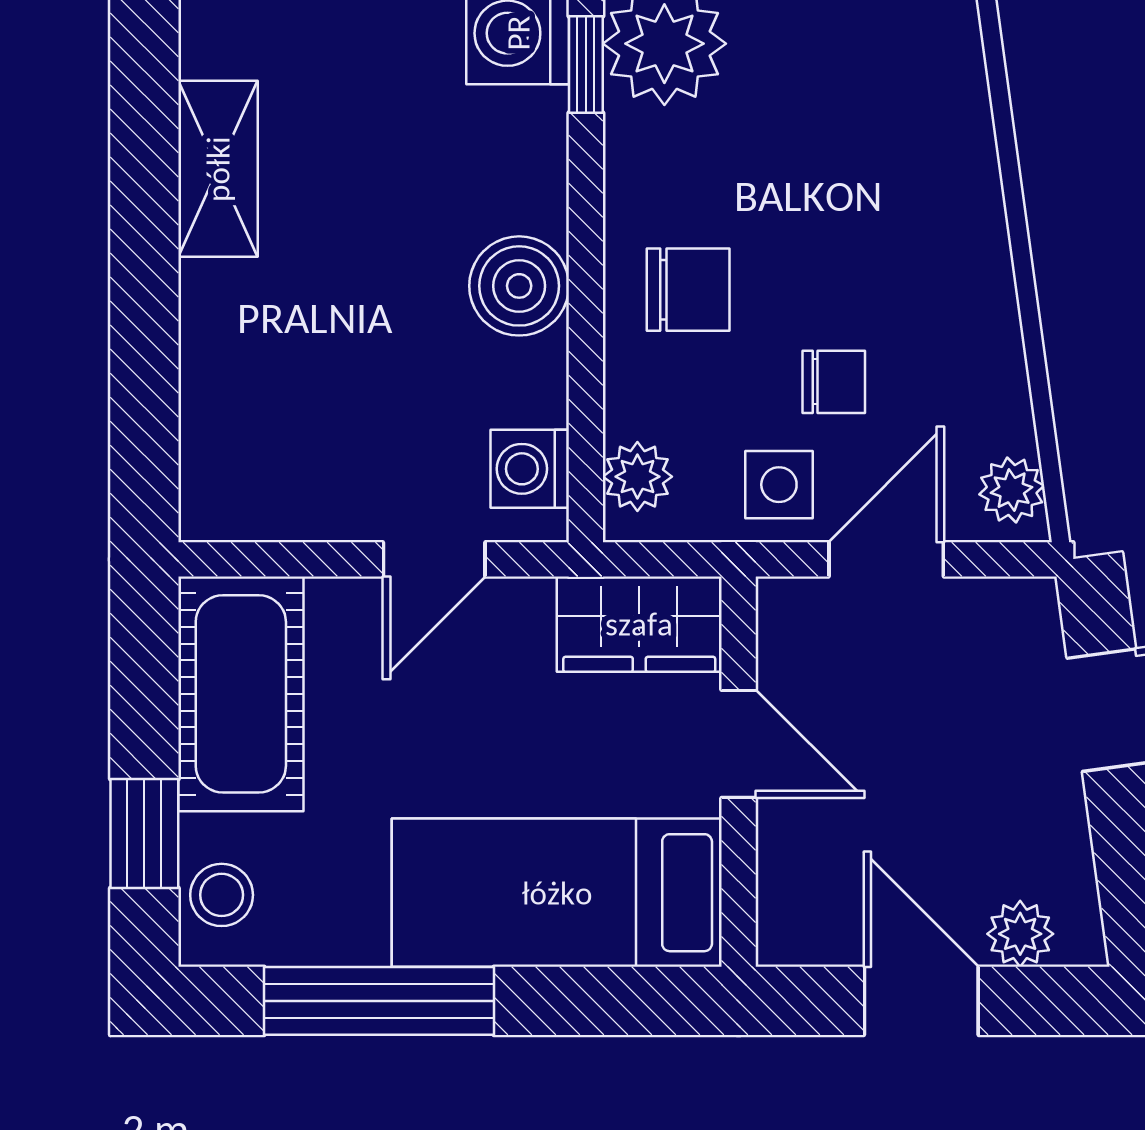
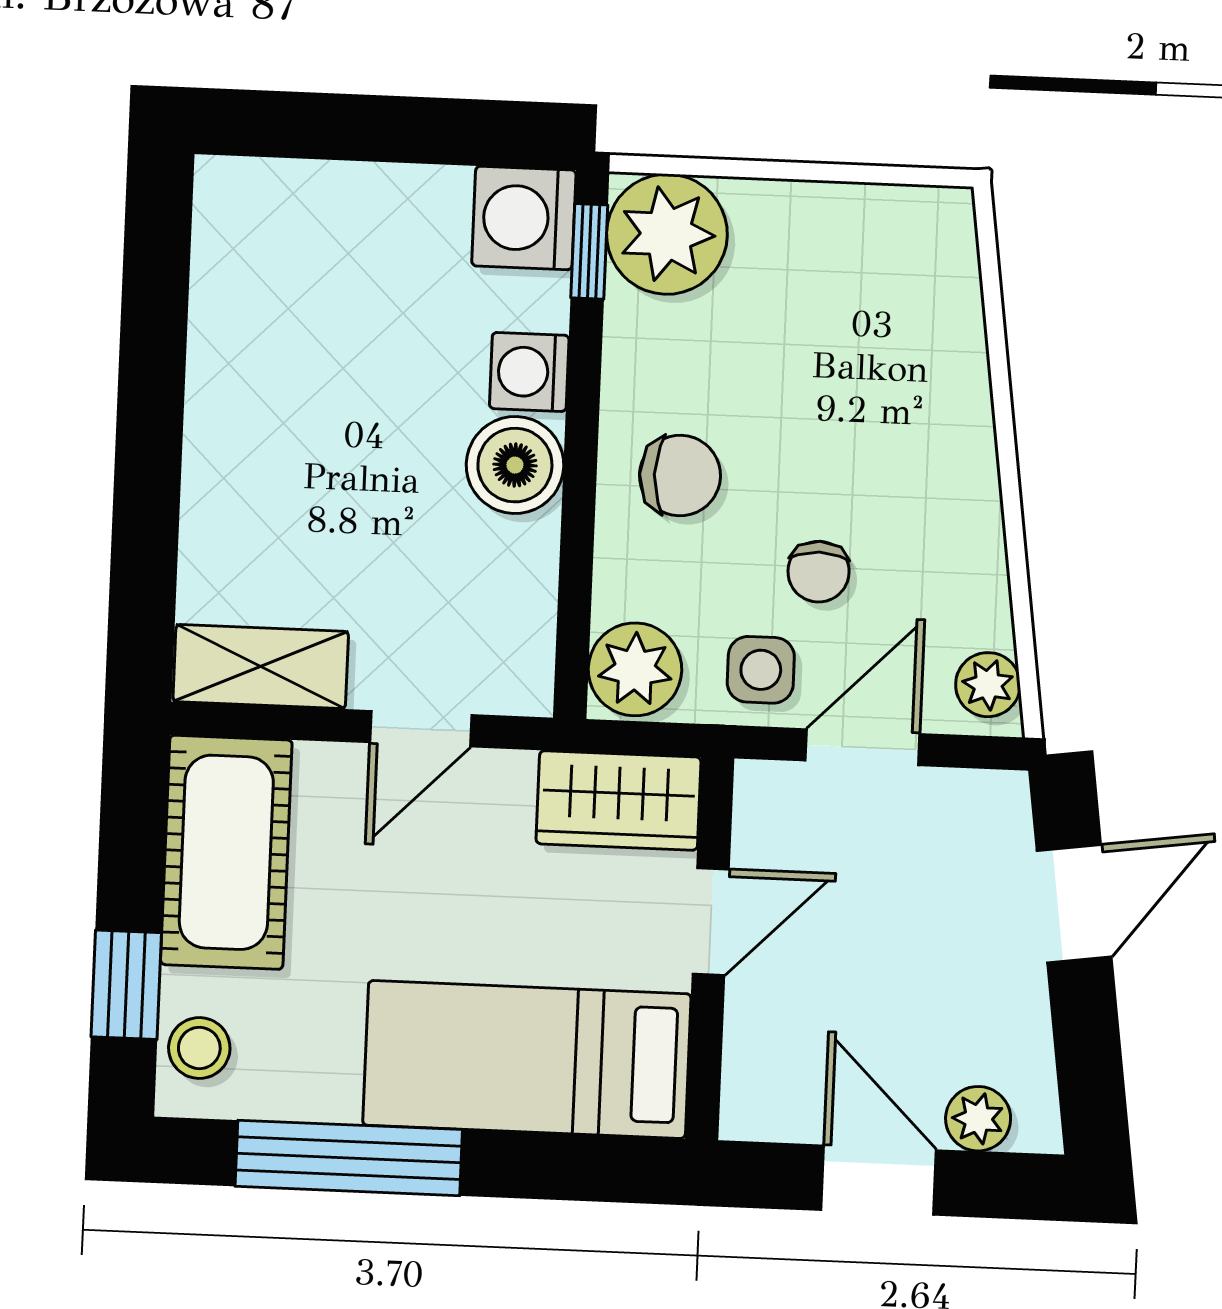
shelving: (218, 169) -> (261, 667), moved, turned 90
chair: (834, 382) -> (819, 572), turned 90
washing machine: (530, 469) -> (529, 372), moved
plant: (637, 477) -> (635, 669), width x1.38, depth x1.38
door: (739, 744) -> (711, 922), hinge flipped

